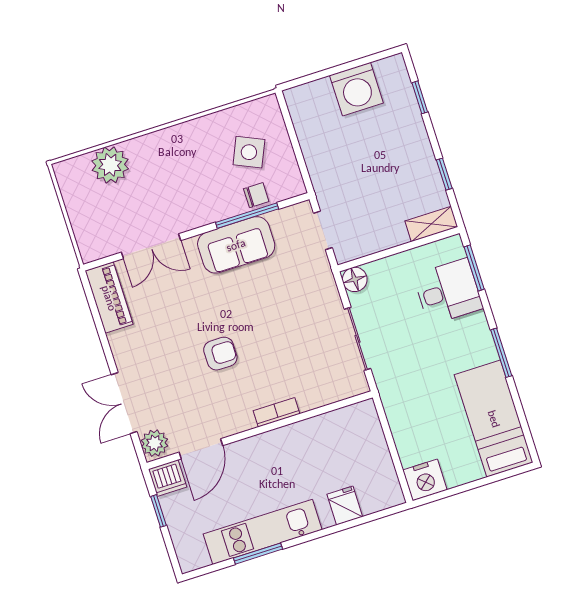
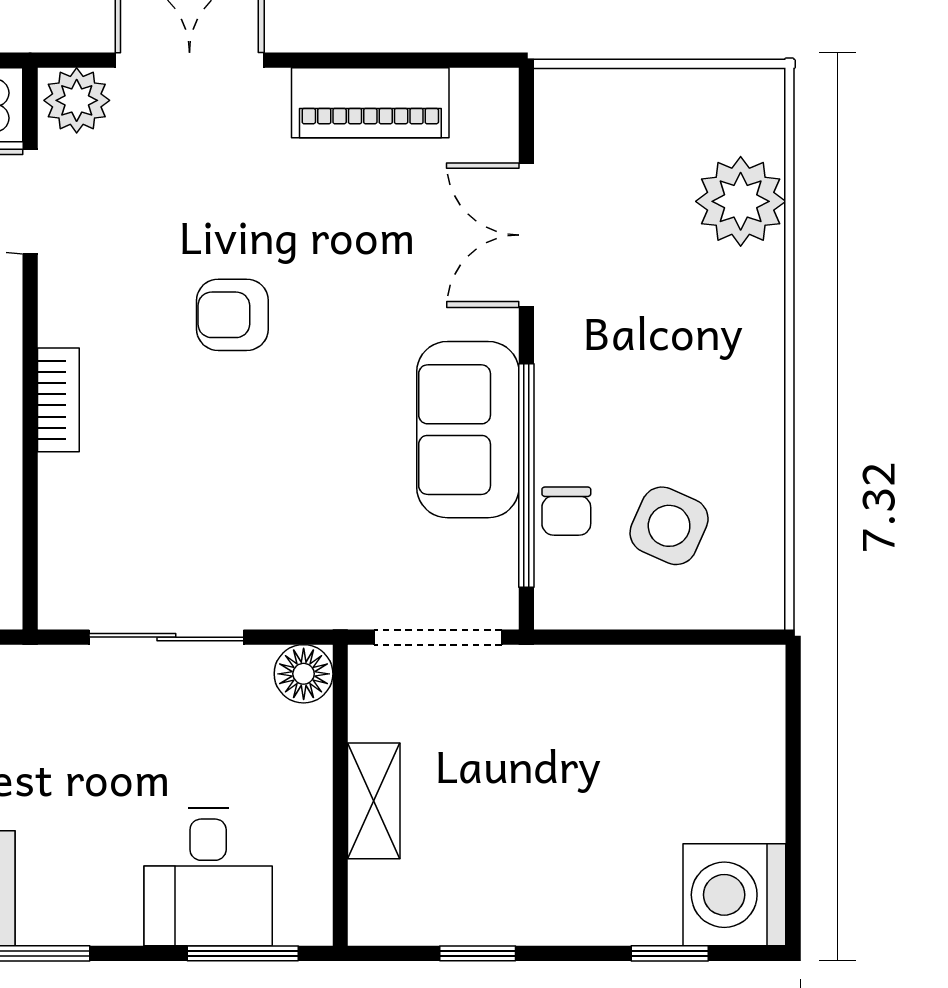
washing machine: (356, 89) -> (734, 895), moved
window: (247, 216) -> (526, 475), width x1.46
shelving: (431, 224) -> (374, 801), moved
doorway: (323, 230) -> (438, 637), width x1.38
piano: (109, 298) -> (370, 103), moved
armchair: (220, 354) -> (232, 315), turned 90

